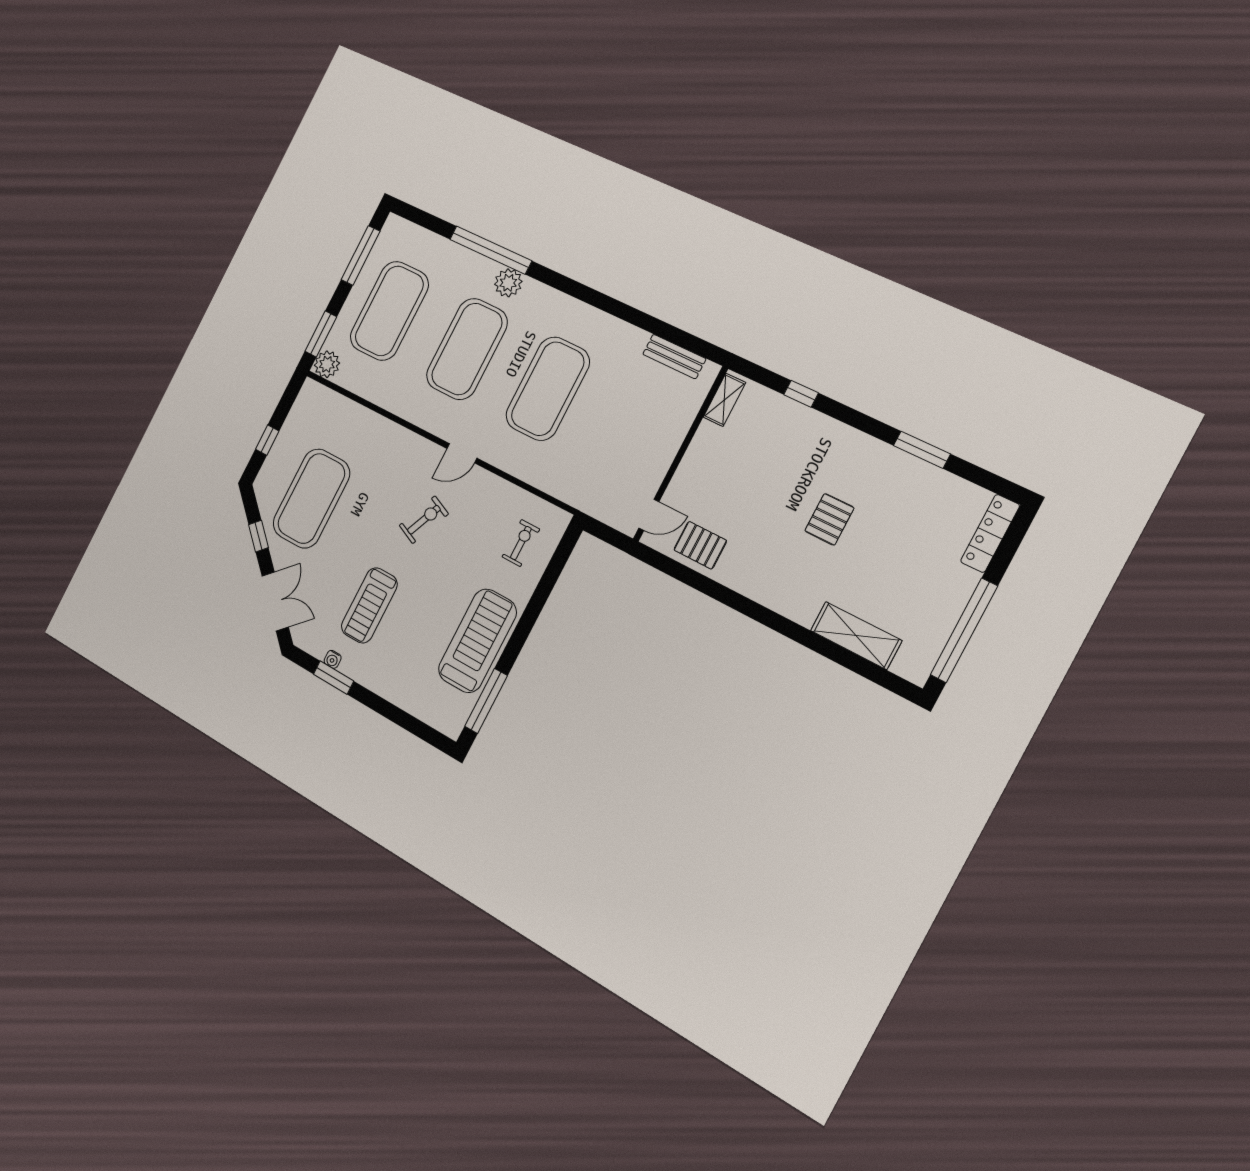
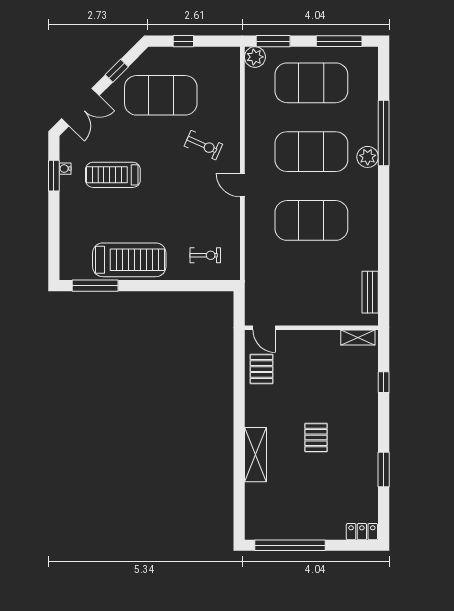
pallet: (829, 519) -> (316, 438), turned 90
exercise bike: (424, 520) -> (203, 145), moved
locker: (990, 533) -> (362, 532), width x0.66
shelving: (856, 636) -> (255, 455), moved

